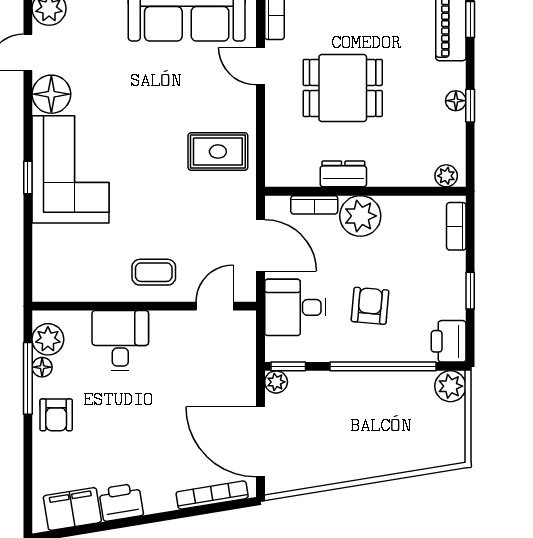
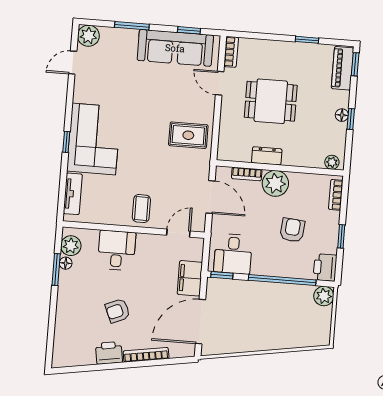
floor lamp: (51, 94) -> (85, 90), removed
tv unit: (44, 258) -> (73, 194), added
coffee table: (154, 272) -> (141, 209), turned 90
armchair: (370, 306) -> (292, 230), moved
desk: (295, 307) -> (233, 254), moved, turned -90
window: (28, 378) -> (56, 270), width x0.69
plant: (276, 382) -> (213, 284), removed
armchair: (56, 415) -> (118, 311), moved, turned 67
door: (261, 442) -> (200, 322), hinge flipped
bookcase: (212, 495) -> (146, 355), moved
filing cabinet: (72, 509) -> (190, 278), moved, turned -81

